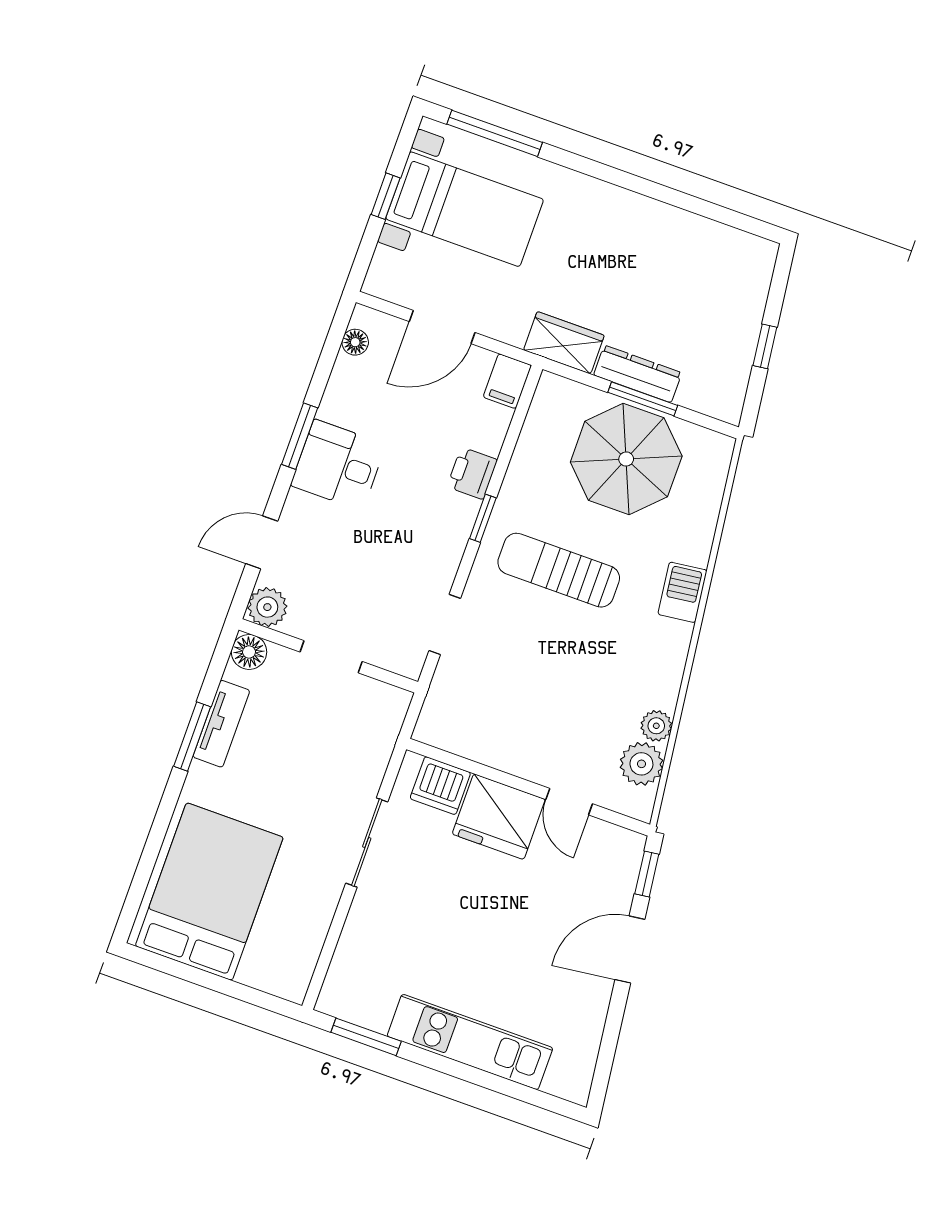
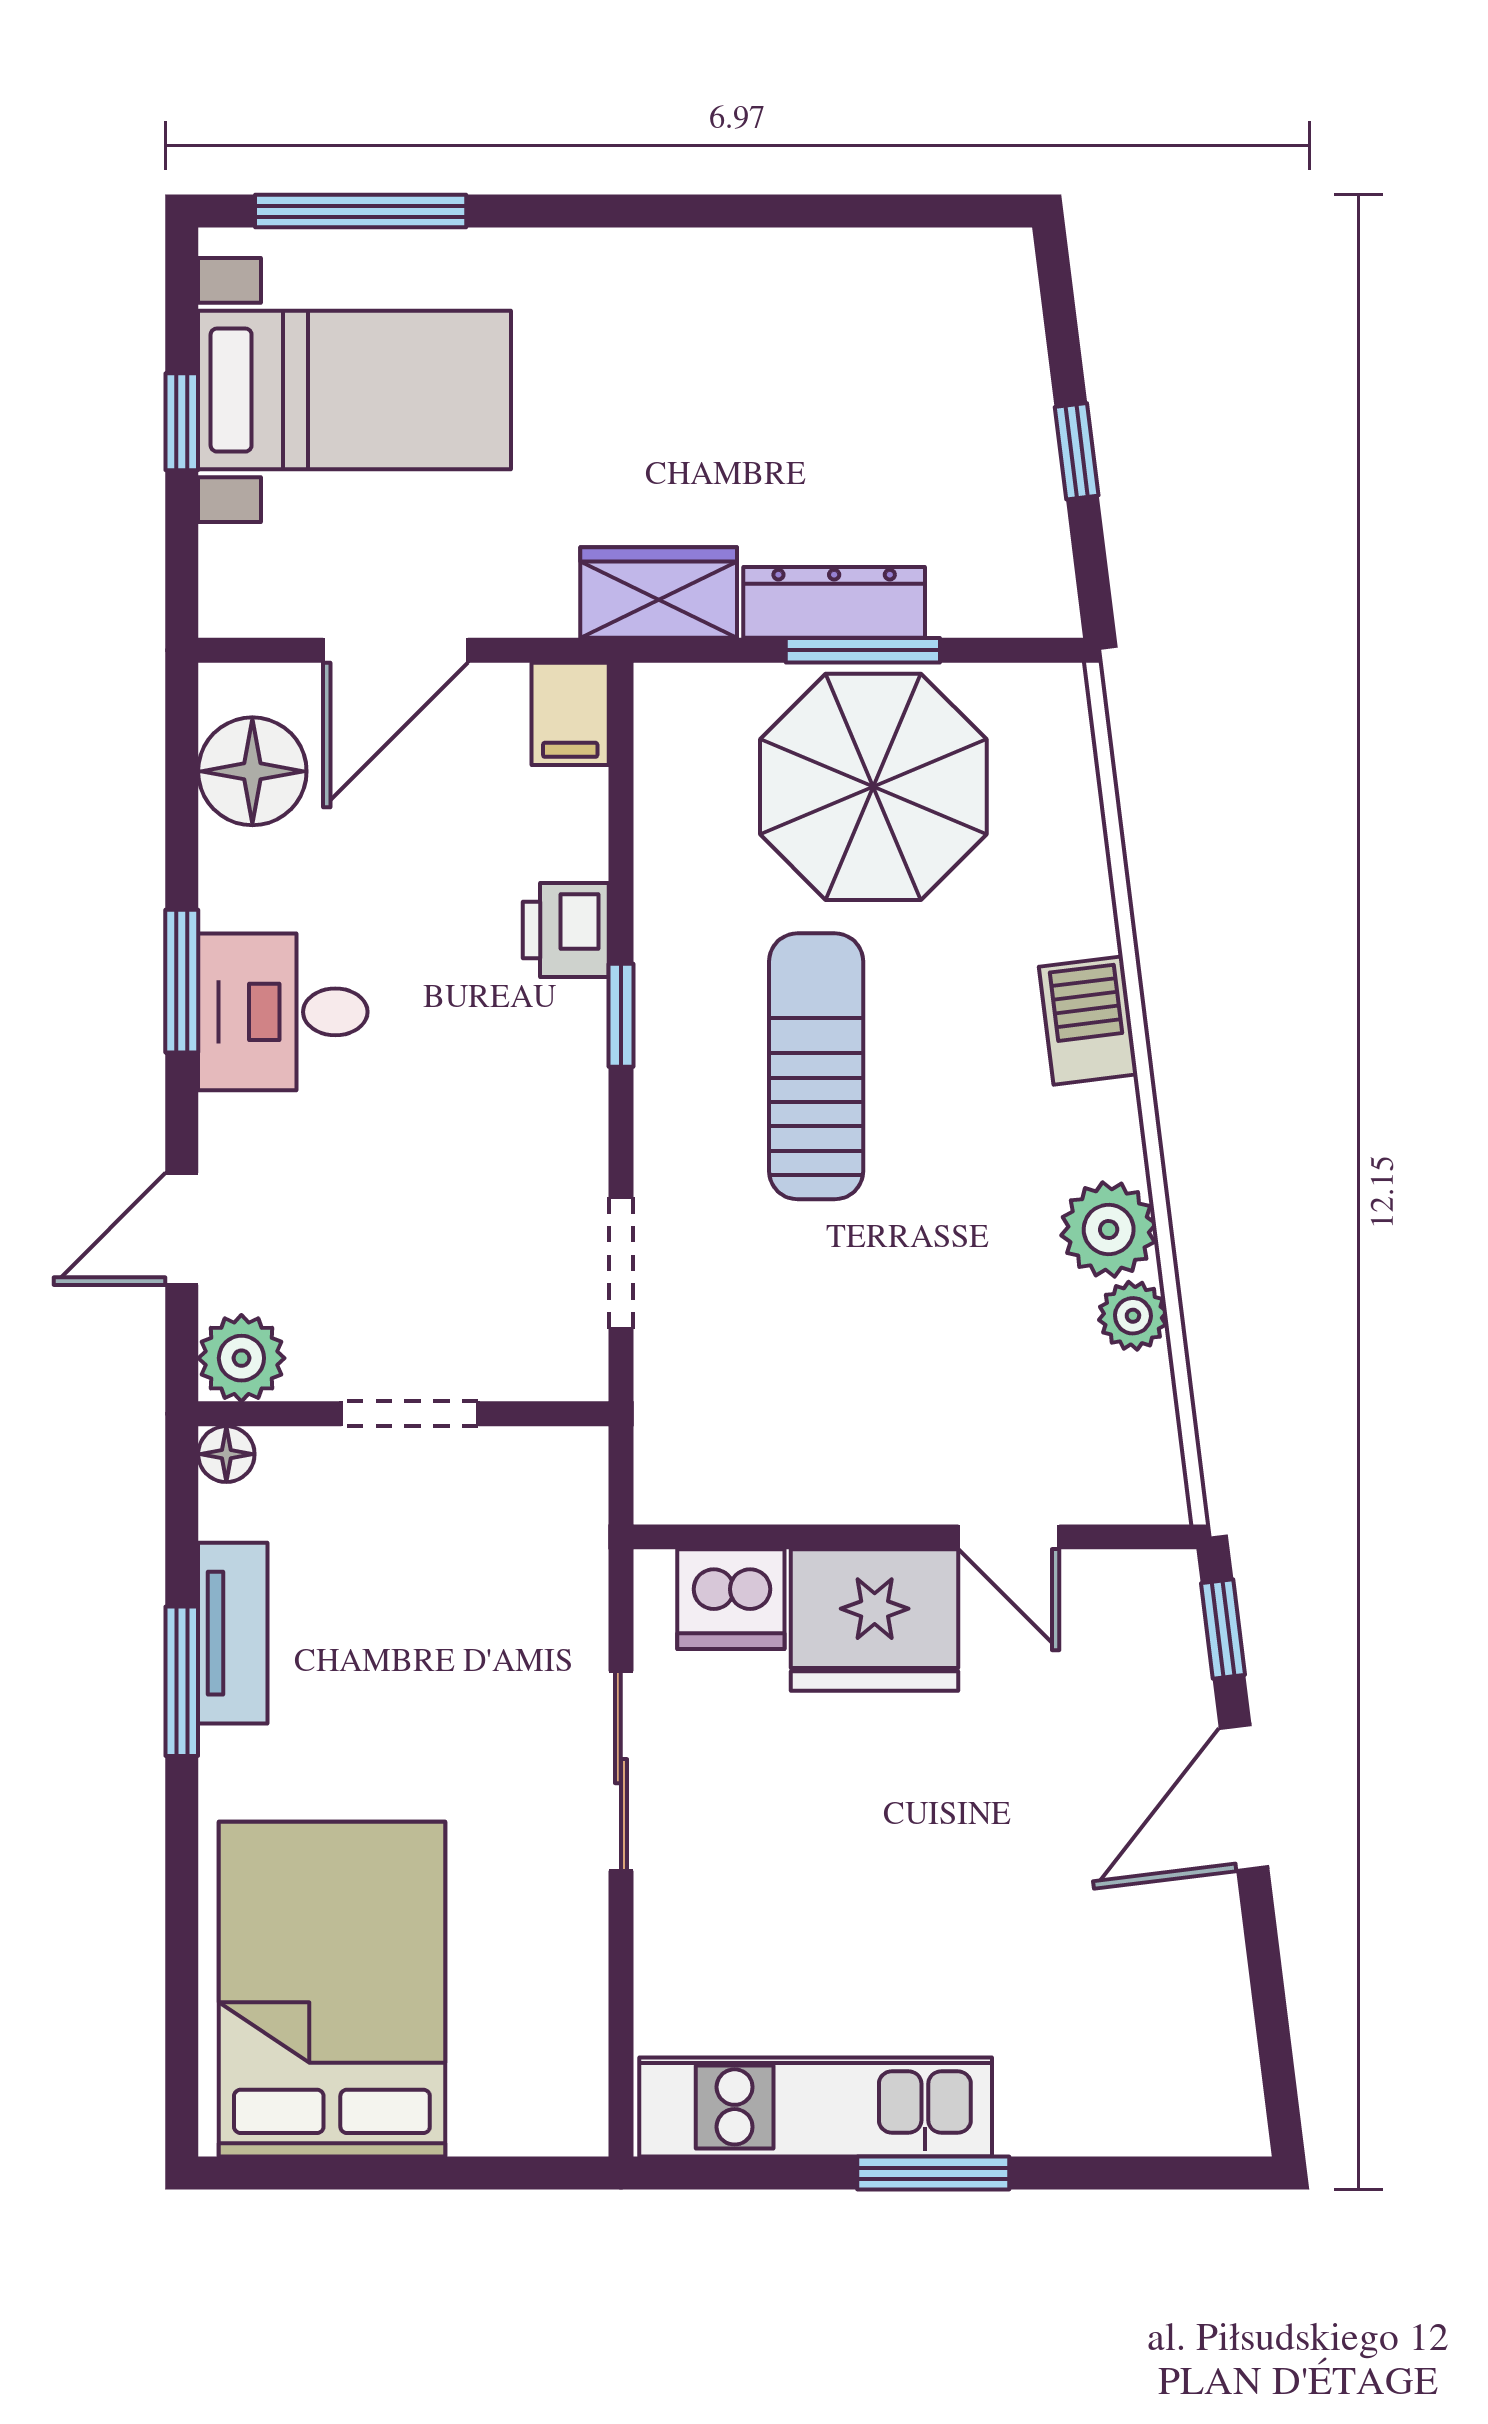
floor lamp: (355, 342) -> (252, 771), width x1.89, depth x1.89
sun lounger: (559, 570) -> (816, 1066), turned 90
floor lamp: (249, 652) -> (226, 1454), width x0.73, depth x0.73
plant: (641, 764) -> (1109, 1229), moved
window: (366, 1037) -> (933, 2173), moved
kitchen unit: (470, 1042) -> (816, 2107), moved

